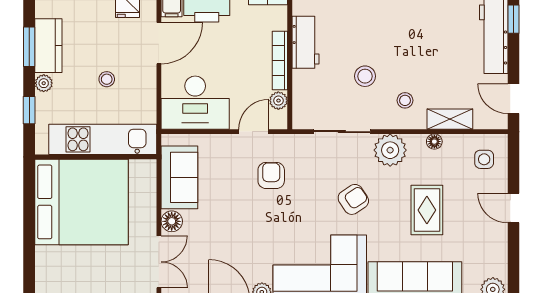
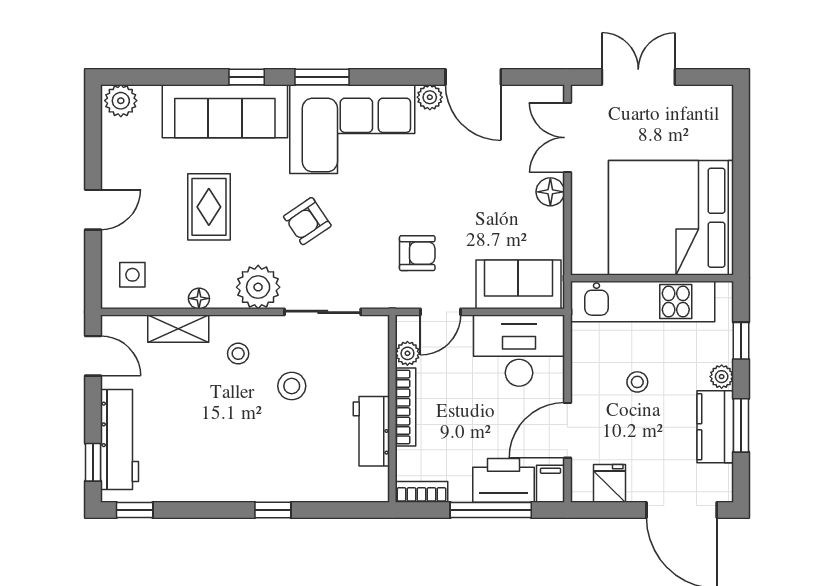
armchair: (271, 175) -> (417, 253), turned -90
sofa: (179, 177) -> (518, 284), moved, turned 90
door: (513, 208) -> (93, 210), hinge flipped

